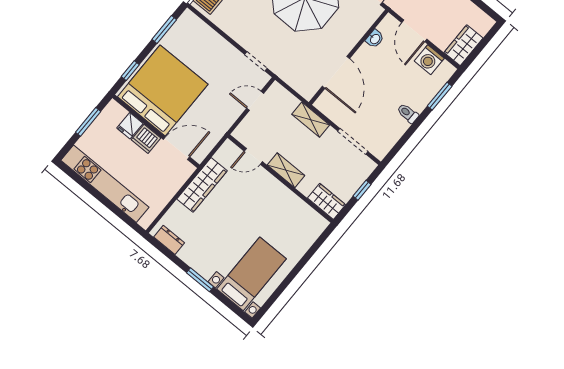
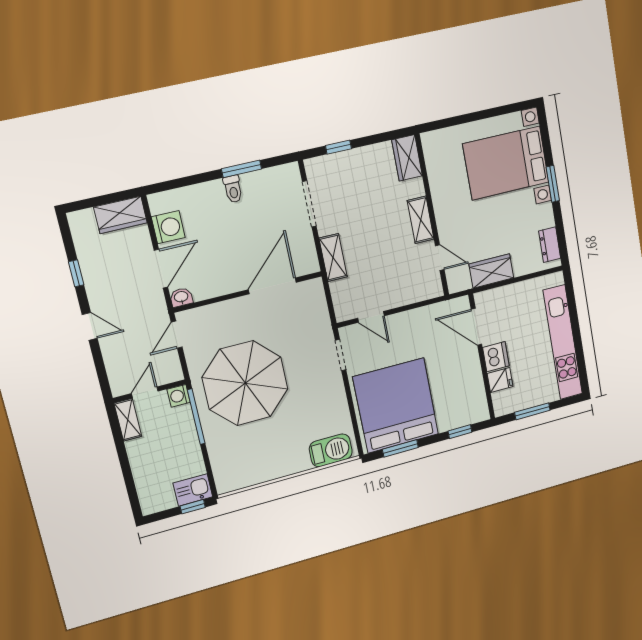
washbasin: (375, 39) -> (181, 297), moved
bed: (163, 91) -> (396, 406), moved, turned 90
window: (440, 96) -> (241, 169), moved
door: (253, 156) -> (440, 258), moved
shelving: (286, 170) -> (421, 220), moved
wall: (280, 179) -> (432, 216), moved
wardrobe: (202, 185) -> (491, 271), width x0.67
wardrobe: (327, 201) -> (407, 158), moved
bed with nightstands: (252, 274) -> (506, 163), width x1.36

